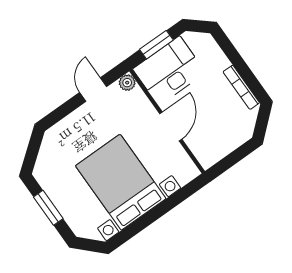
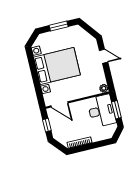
door: (93, 90) -> (104, 56), moved
door: (171, 126) -> (60, 104), moved
window: (234, 158) -> (47, 125), added

